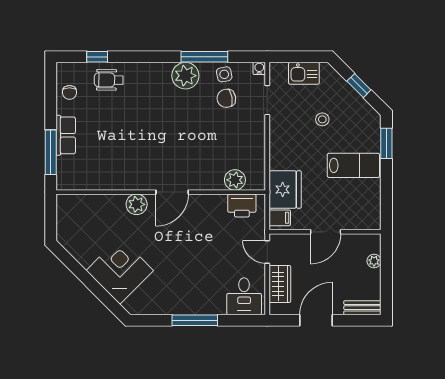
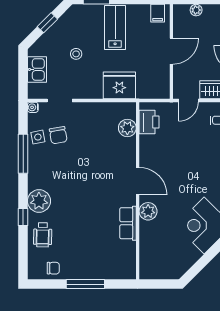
window: (97, 57) -> (23, 217), moved
plant: (185, 76) -> (39, 201), moved
row of seats: (66, 135) -> (128, 223), moved, turned -90
window: (51, 152) -> (85, 284), moved
fridge: (285, 189) -> (119, 85), moved
filing cabinet: (280, 218) -> (158, 13), moved, turned 180
door: (326, 232) -> (171, 51), hinge flipped

